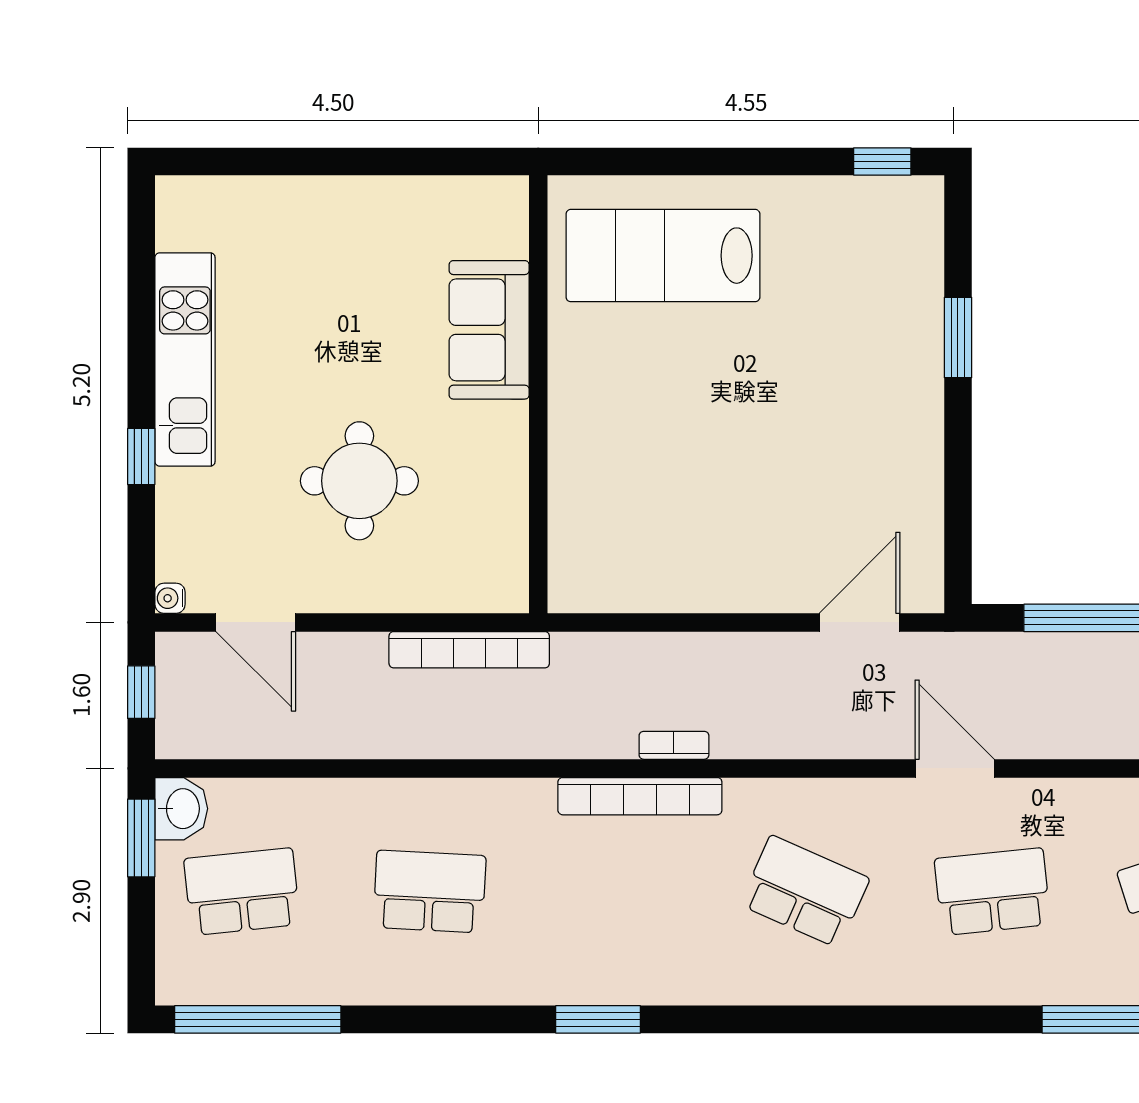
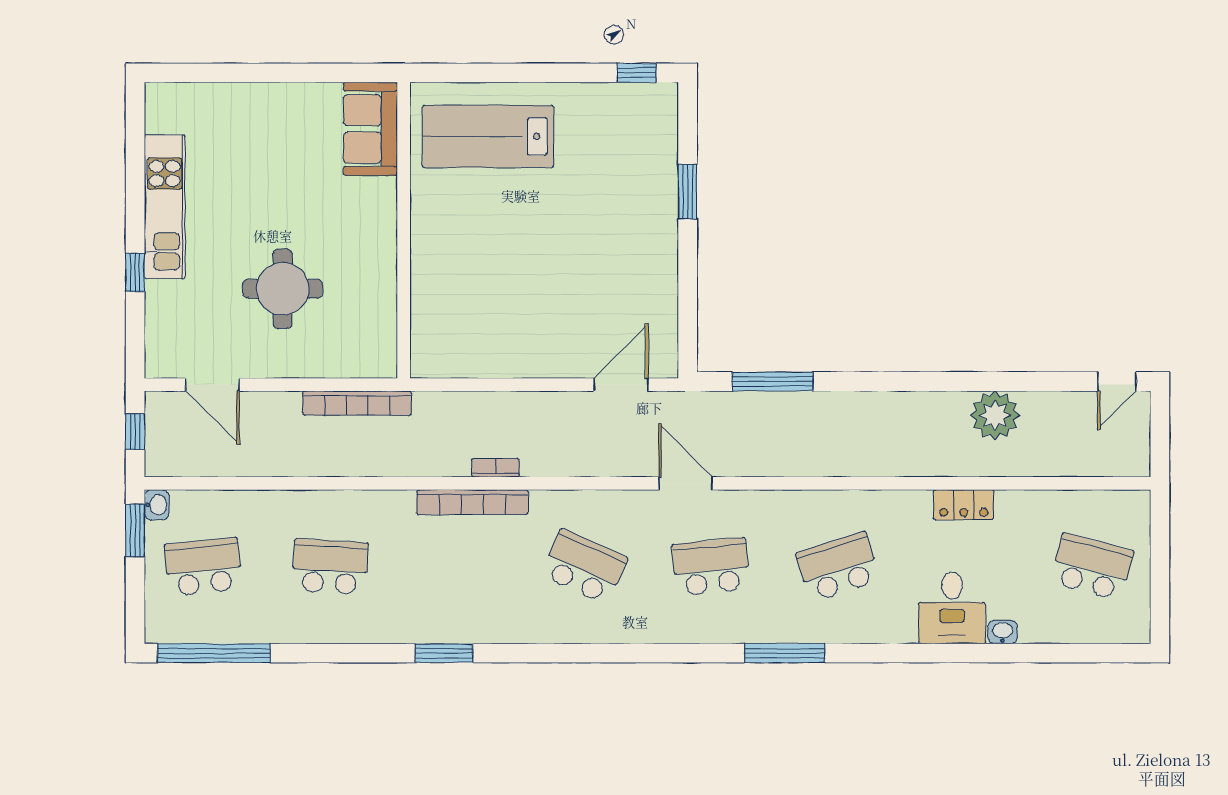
sofa: (489, 330) -> (370, 129), moved
water cooler: (170, 598) -> (154, 368), removed
washbasin: (181, 809) -> (157, 505), width x0.72, depth x0.69

